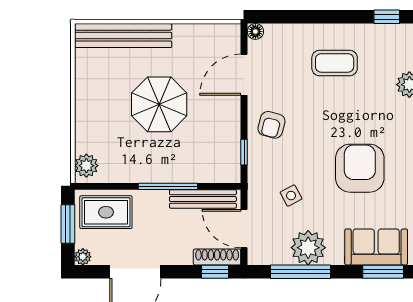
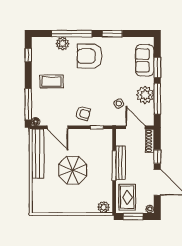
window: (290, 17) -> (28, 104), added
bench: (123, 36) -> (38, 154), moved
coffee table: (335, 63) -> (52, 81), turned 90
armchair: (360, 168) -> (90, 56), moved
bench: (203, 199) -> (121, 163), moved
door: (244, 229) -> (135, 127), swing flipped
window: (215, 272) -> (157, 157), moved
window: (383, 272) -> (157, 67), moved

